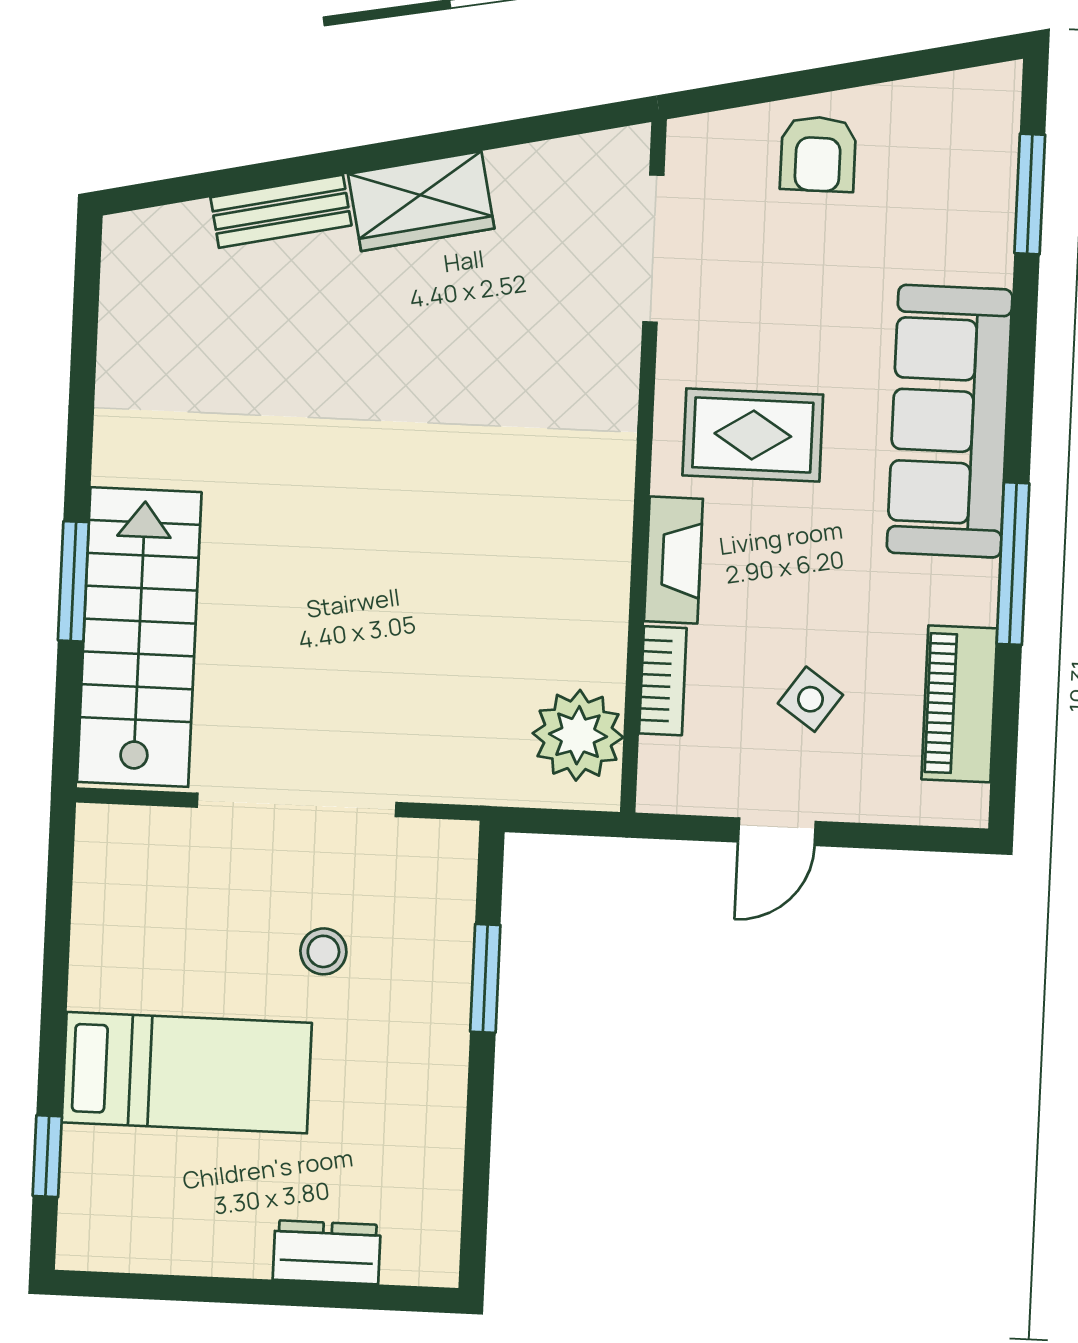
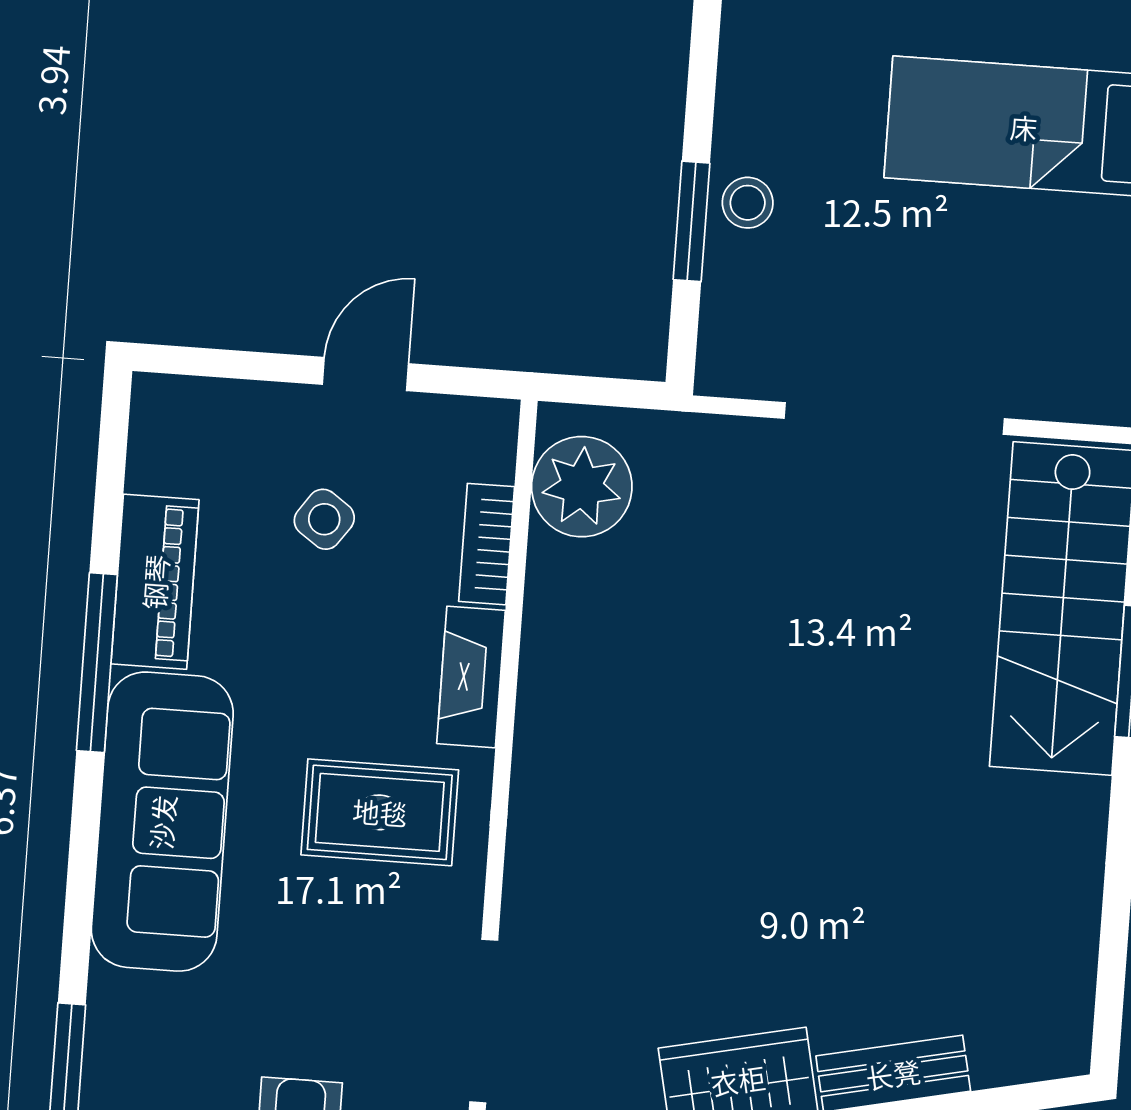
piano: (959, 704) -> (155, 582), moved
stool: (323, 951) -> (748, 203), moved

